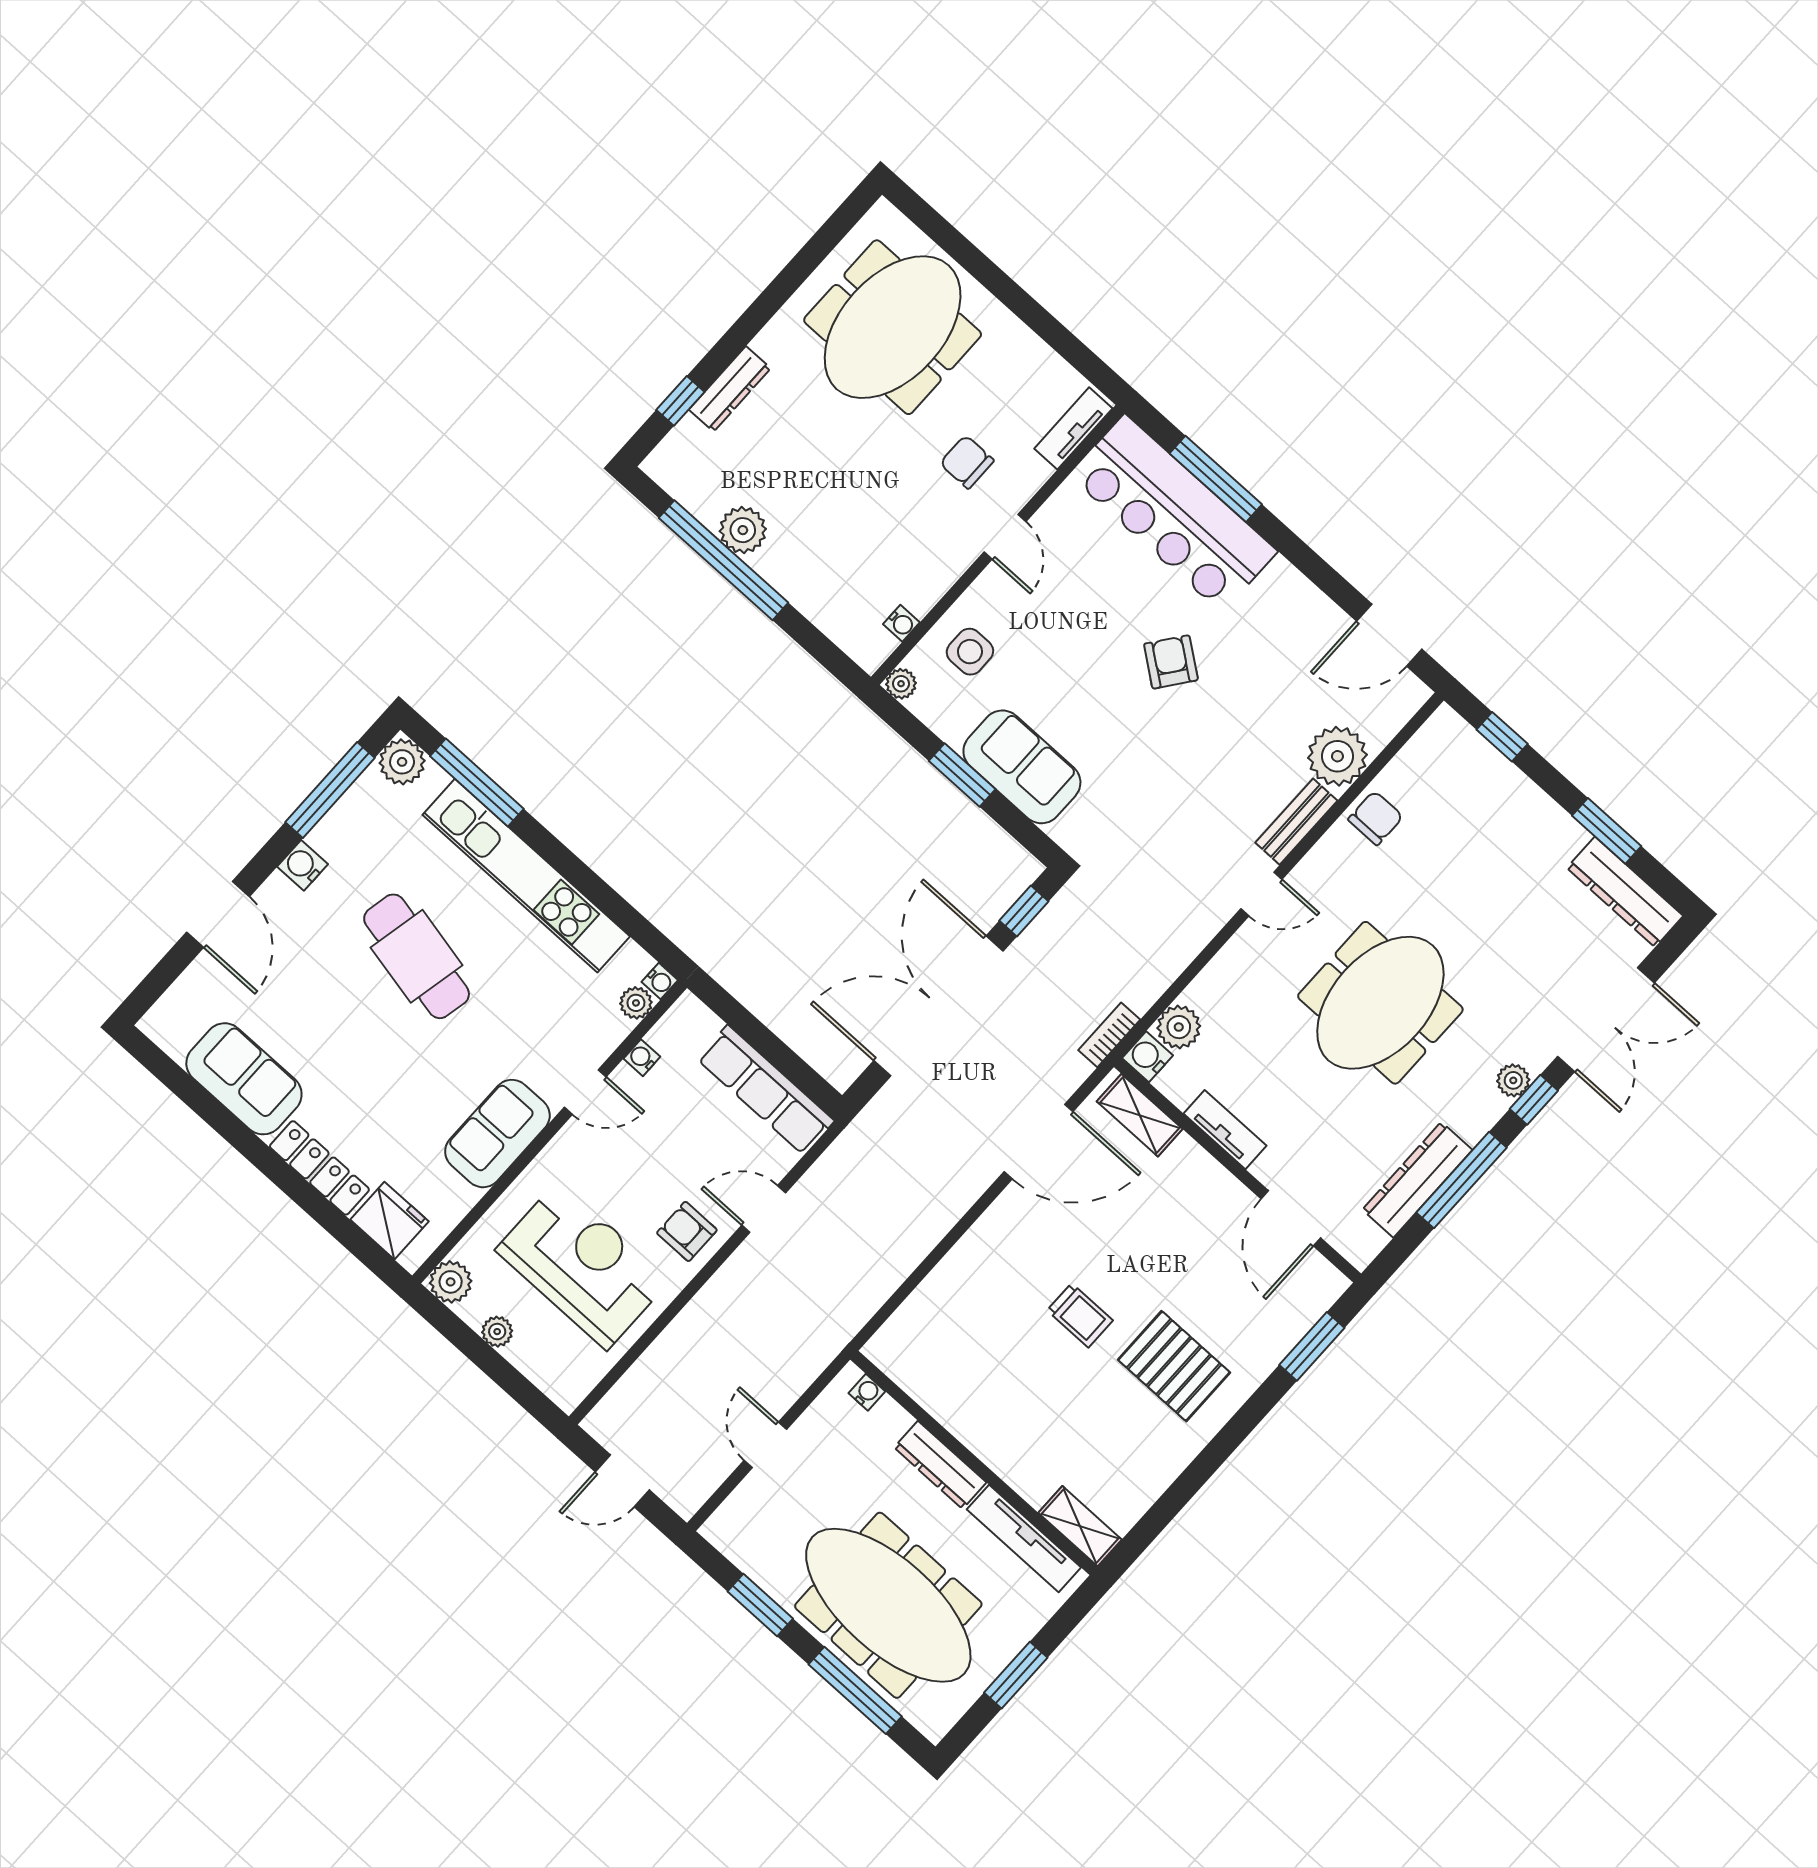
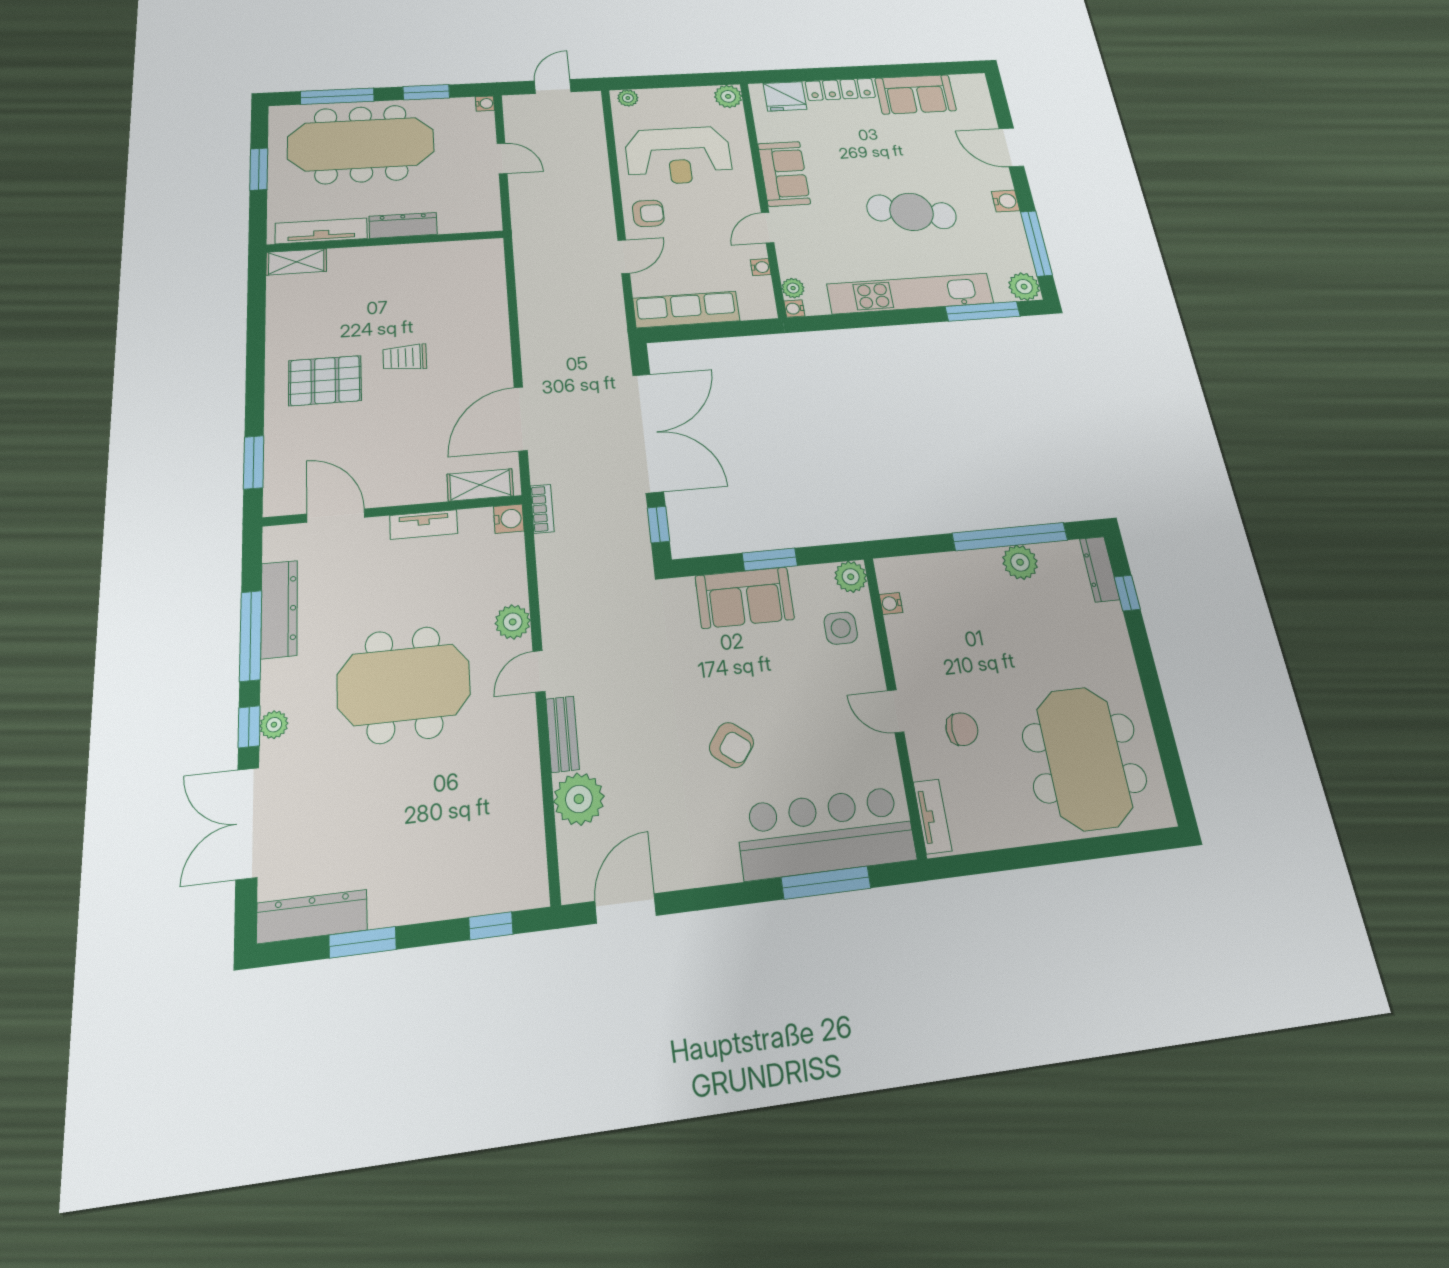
dresser: (730, 389) -> (1100, 569), moved
plant: (901, 684) -> (851, 577), width x1.38, depth x1.38
chair: (1376, 818) -> (518, 788), removed
meeting table: (1380, 1003) -> (404, 684), turned 90
plant: (1179, 1027) -> (513, 622), moved
plant: (497, 1332) -> (628, 98), moved
water cooler: (867, 1392) -> (485, 104), moved, turned -90

